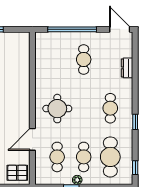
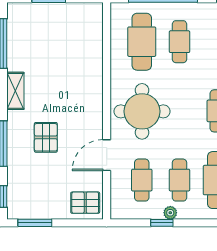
cafe table: (57, 59) -> (142, 42), added
round table: (57, 109) -> (142, 111), width x1.36, depth x1.36

